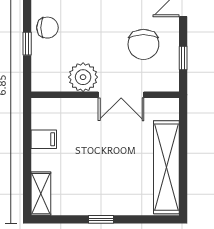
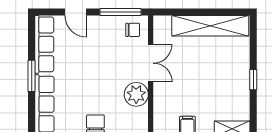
chair: (143, 44) -> (133, 30), moved, width x0.54, depth x0.54
window: (183, 58) -> (120, 12), width x2.17

